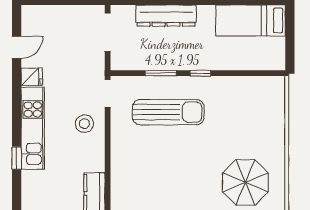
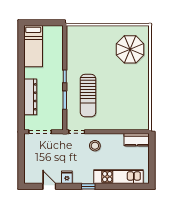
sun lounger: (168, 112) -> (88, 96), turned 180
kitchen unit: (33, 128) -> (119, 177), moved
window: (17, 158) -> (88, 186), moved

